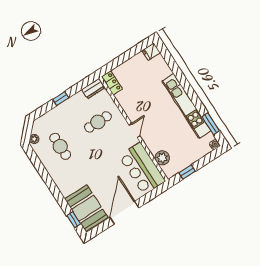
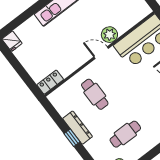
dresser: (93, 89) -> (78, 128), moved, width x1.44
plant: (162, 158) -> (109, 35), moved

